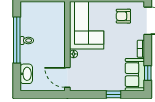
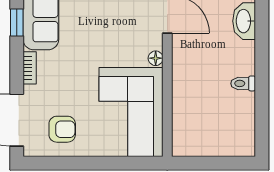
window: (17, 40) -> (262, 85), removed

